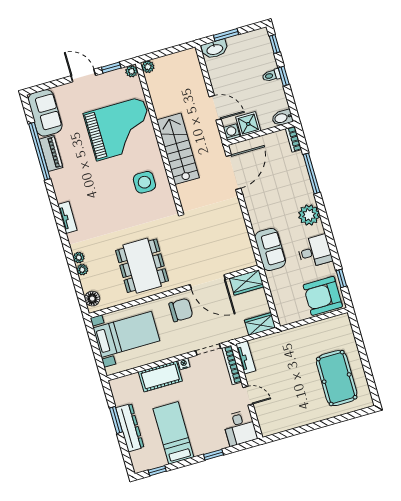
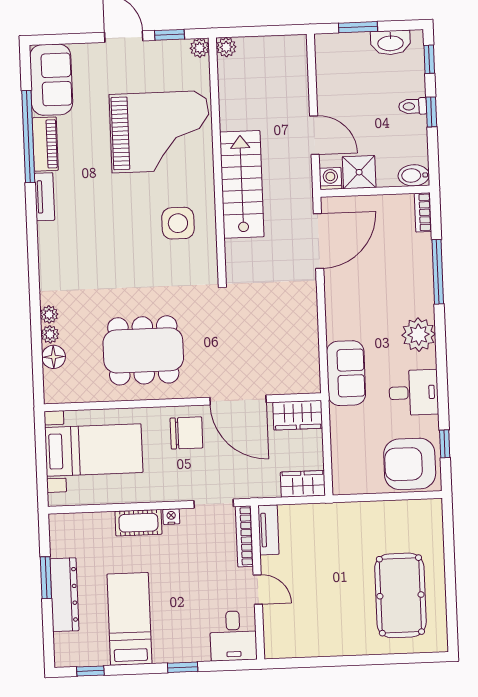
washbasin: (215, 49) -> (390, 43), moved
tv unit: (67, 217) -> (44, 197), moved
dining table: (142, 266) -> (143, 350), turned 90
floor lamp: (92, 299) -> (54, 357), moved
cot: (160, 376) -> (138, 523), width x0.73, depth x0.75

